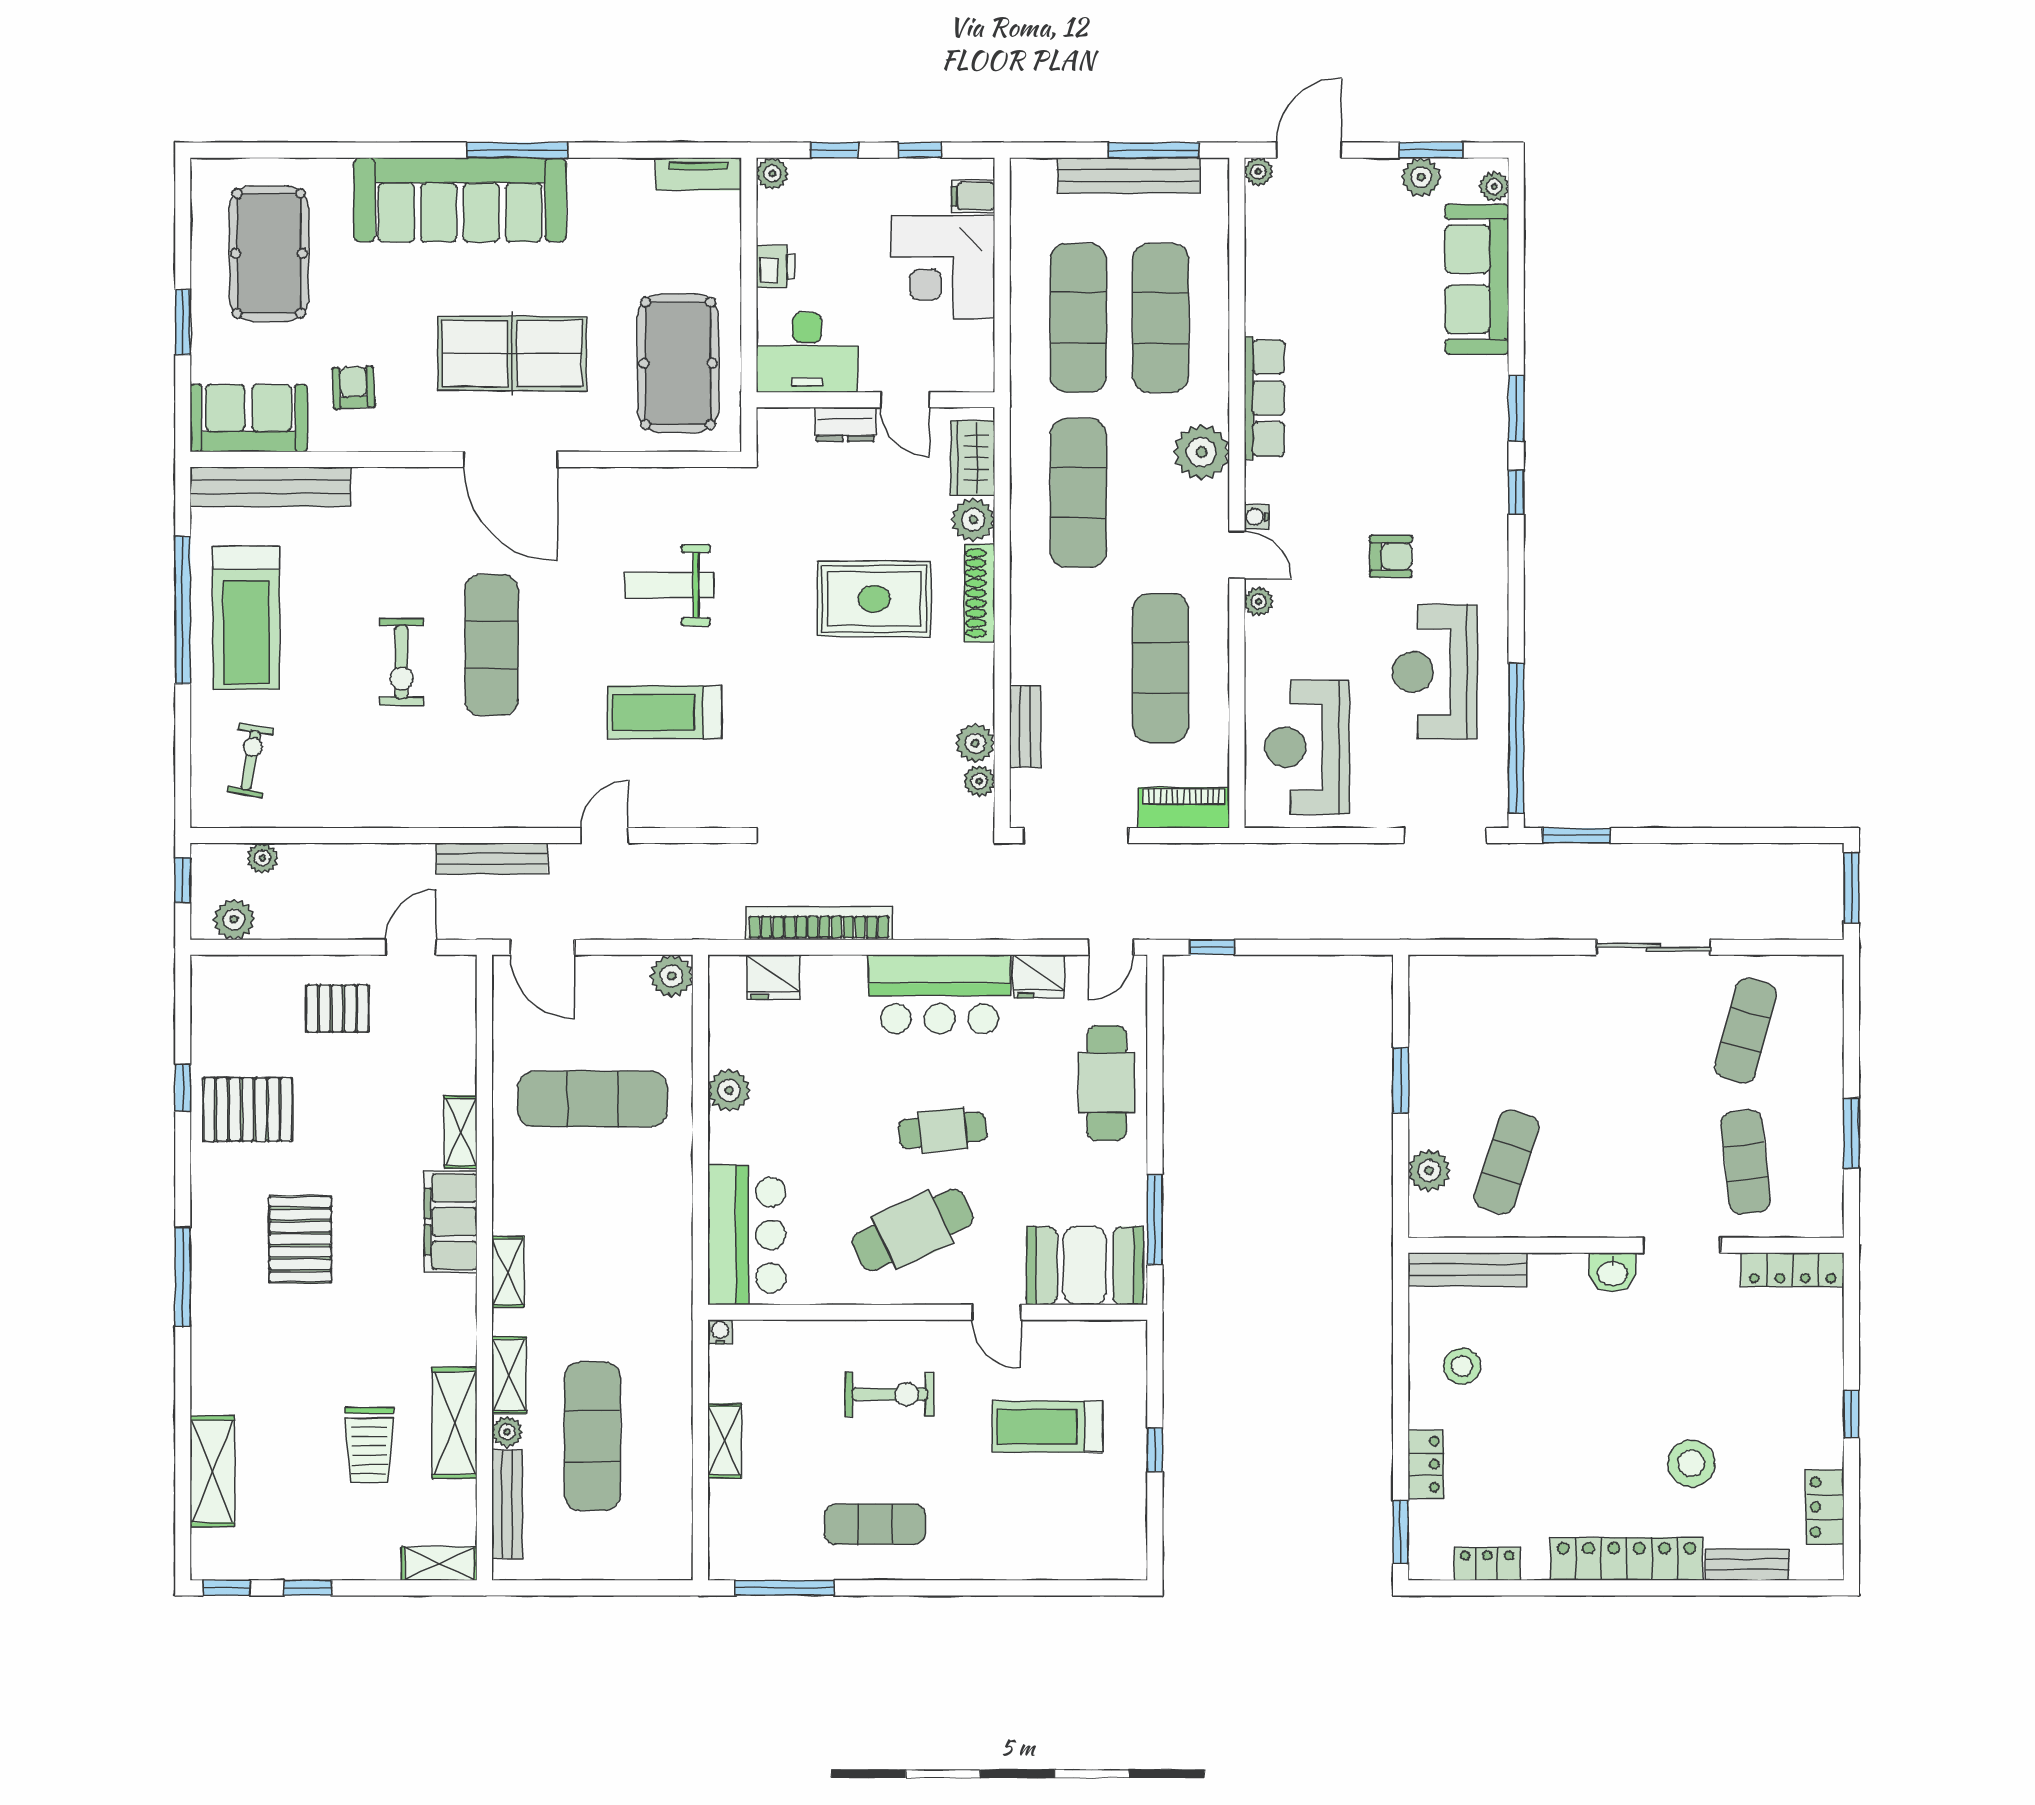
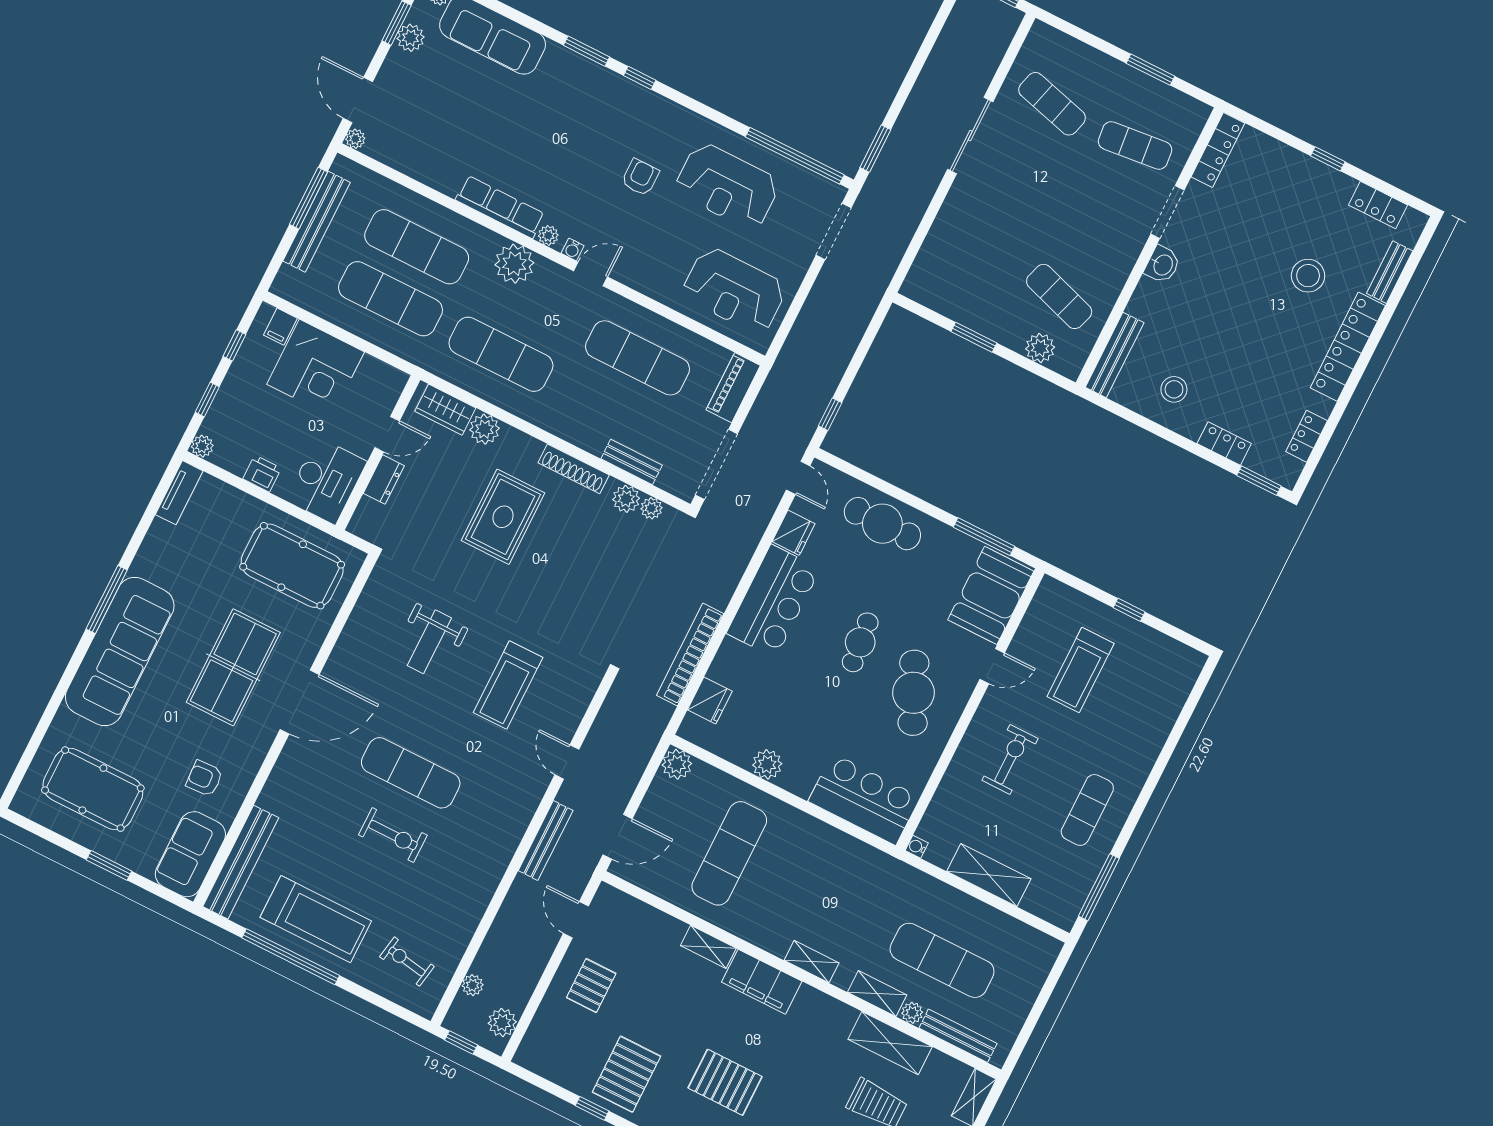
shoe rack: (980, 593) -> (574, 469), moved
plant: (1259, 602) -> (548, 235), moved
shelving: (725, 1441) -> (989, 875), width x1.50, depth x1.33

